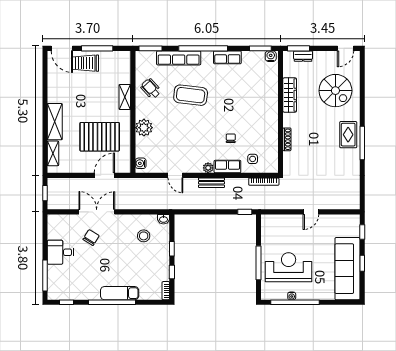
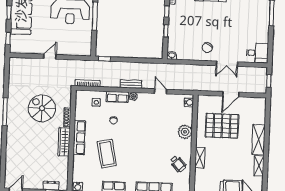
spiral stairs: (335, 91) -> (42, 108), moved
coffee table: (191, 95) -> (107, 154), moved, turned 71
wardrobe: (290, 95) -> (64, 142), moved
row of seats: (271, 116) -> (79, 138), added
rug: (348, 135) -> (16, 119), removed
shelving: (53, 153) -> (259, 166), moved
door: (104, 175) -> (231, 94), moved
double door: (97, 212) -> (227, 64), width x0.73
stool: (144, 236) -> (189, 42), removed
chair: (91, 238) -> (207, 48), moved
desk: (60, 252) -> (257, 53), moved

